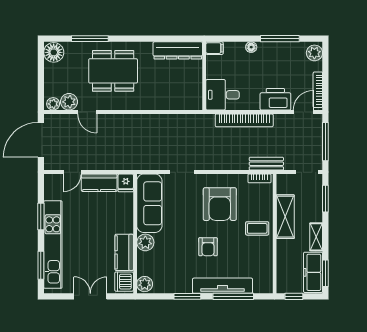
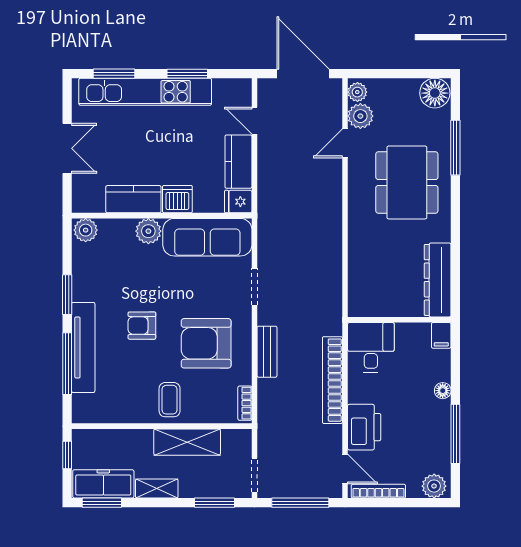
bench: (266, 164) -> (267, 352), moved
dishwasher: (124, 282) -> (177, 199), moved

